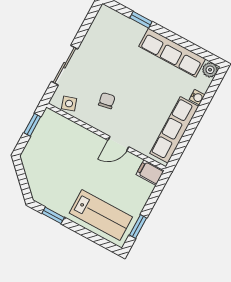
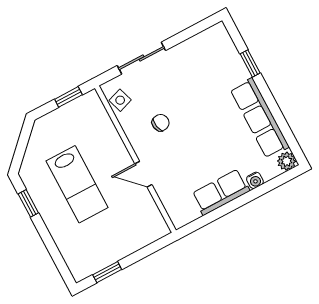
row of seats: (174, 130) -> (221, 192), width x0.68
filing cabinet: (150, 172) -> (156, 225), removed
lab bench: (101, 215) -> (77, 184), moved

